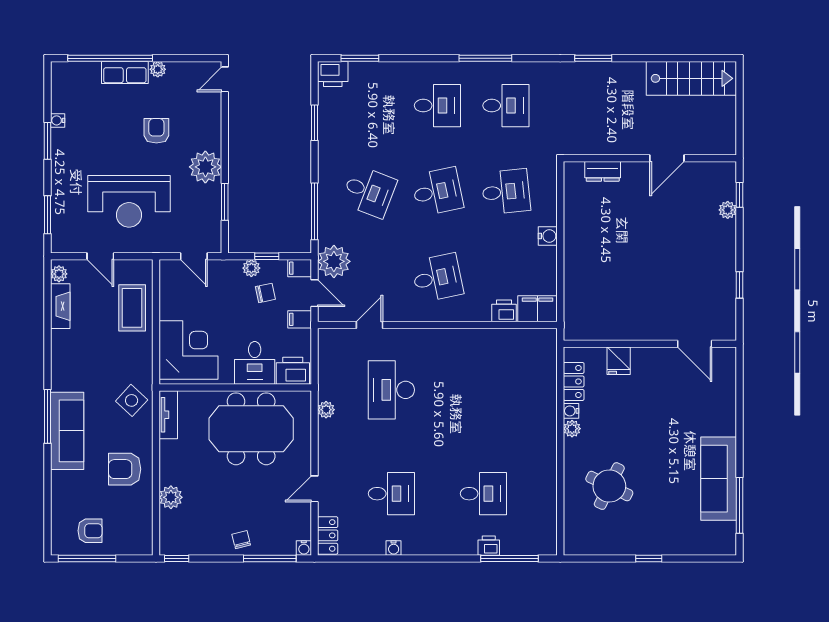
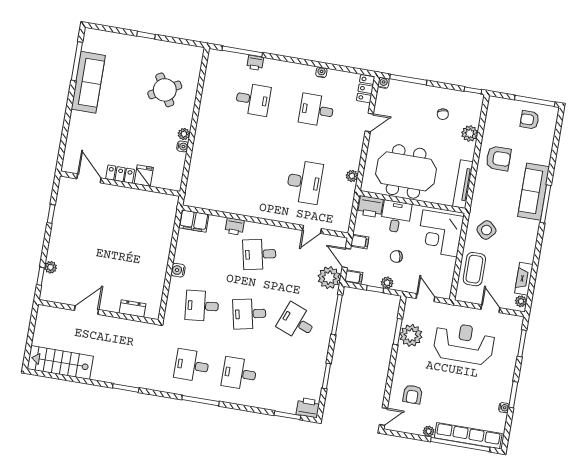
row of seats: (125, 73) -> (468, 436), width x2.02
armchair: (156, 131) -> (412, 394), moved
plant: (205, 167) -> (411, 335), moved
chair: (265, 293) -> (396, 256), moved
printer: (504, 311) -> (235, 226), moved
locker: (574, 381) -> (120, 174), moved, turned 90
side table: (132, 400) -> (486, 230), moved
tv unit: (168, 415) -> (463, 184), width x1.41
round table: (609, 486) -> (165, 90), turned 35
desk: (483, 494) -> (253, 99), turned 180
chair: (241, 540) -> (443, 114), moved

